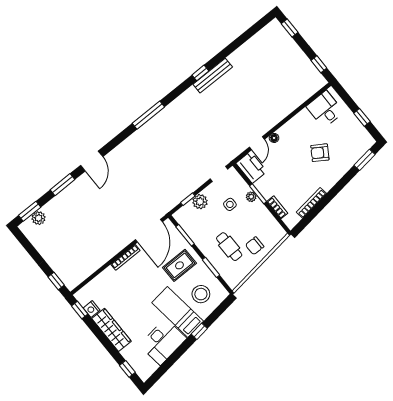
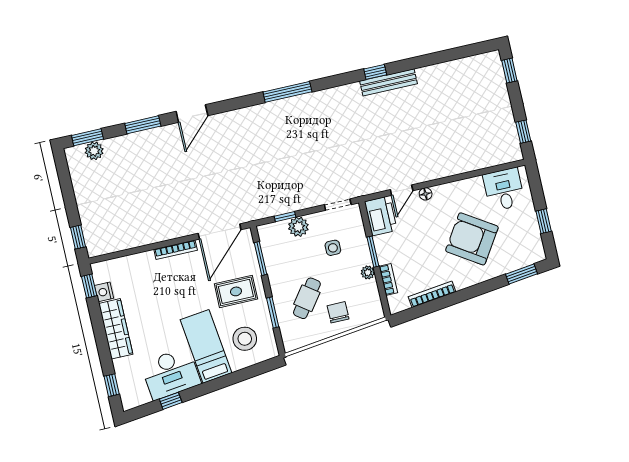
armchair: (320, 153) -> (472, 239), width x1.88, depth x1.88
plant: (251, 197) -> (368, 272), moved
chair: (255, 246) -> (338, 312), turned 90
cafe table: (229, 247) -> (307, 298), turned 36
window: (199, 331) -> (171, 401), moved

